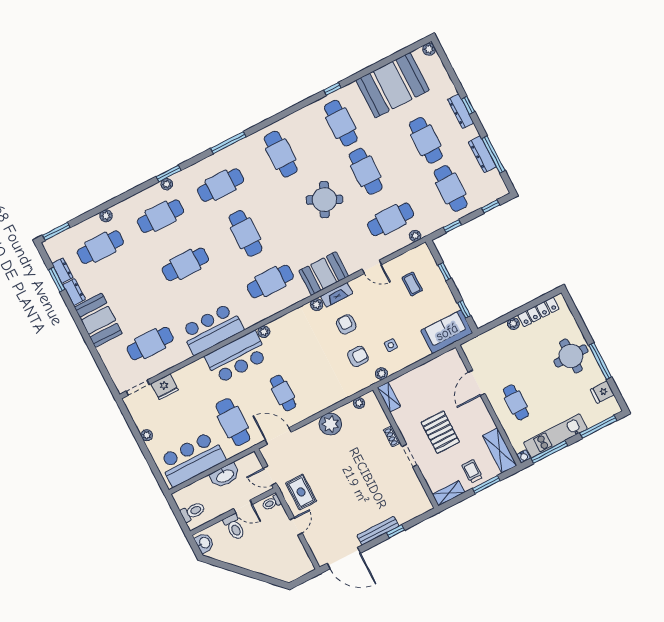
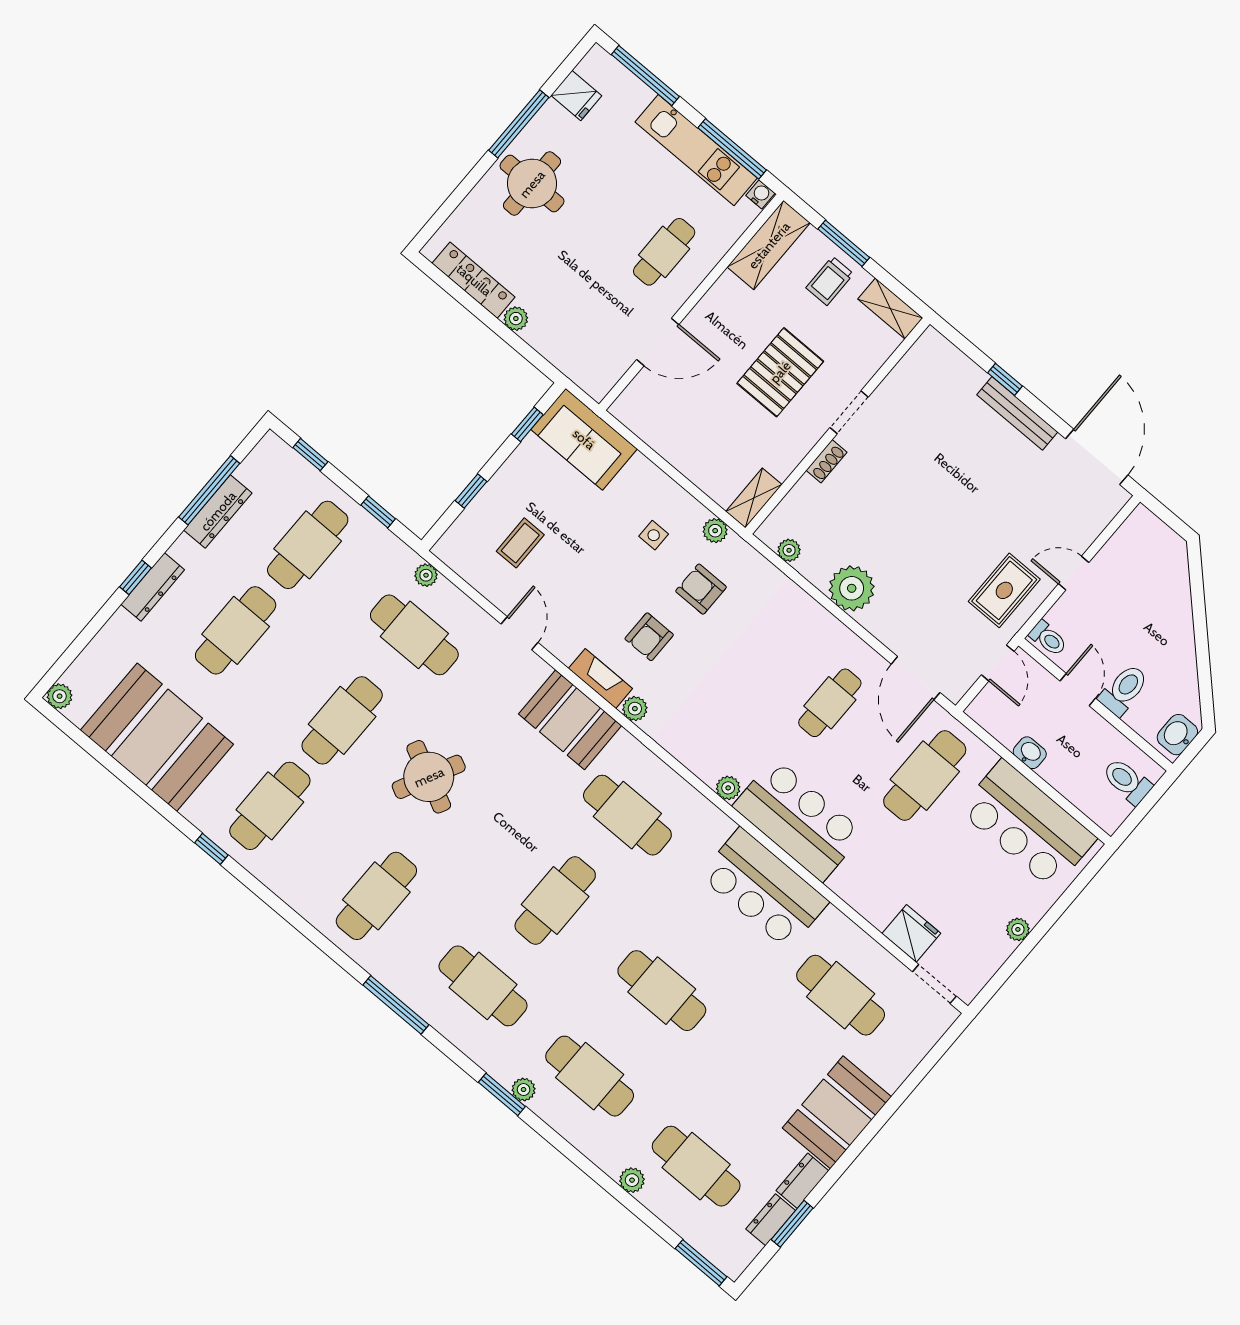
washbasin: (225, 476) -> (1030, 753), width x0.52, depth x0.69

